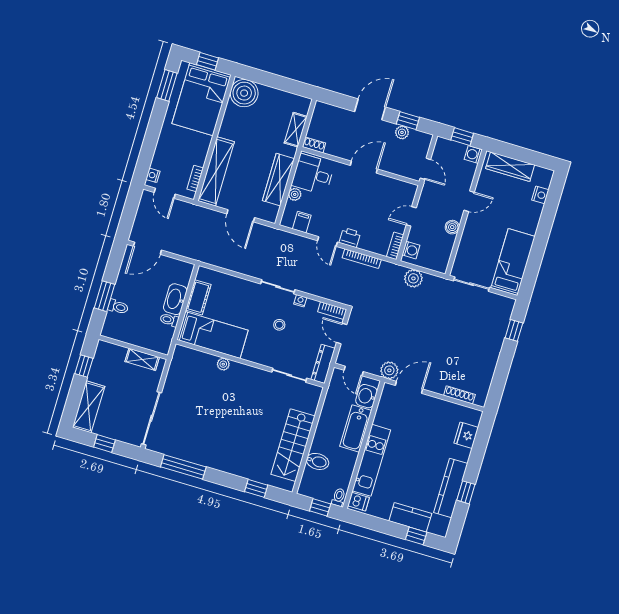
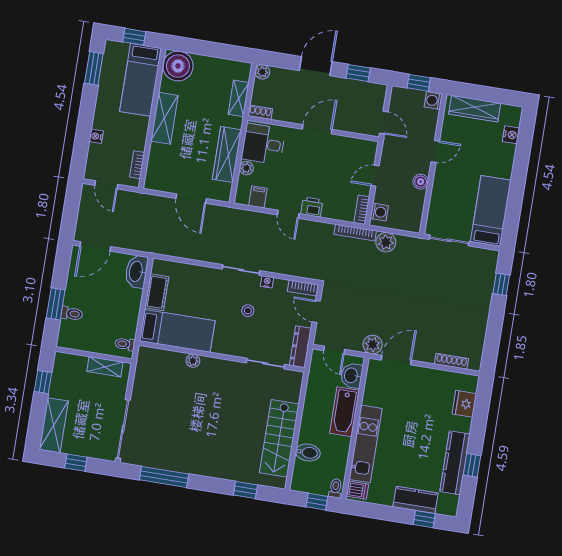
bed: (201, 99) -> (141, 80), width x0.67
plant: (402, 132) -> (262, 72), moved
shelving: (216, 171) -> (164, 118), moved, width x0.68
nightstand: (153, 175) -> (96, 136), moved
bookcase: (362, 259) -> (355, 233), moved
washbasin: (175, 299) -> (136, 271), moved
toilet: (169, 320) -> (125, 344), moved

